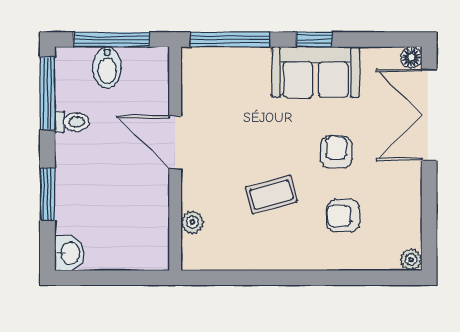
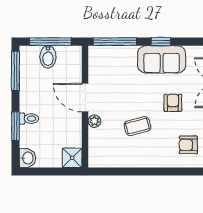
toilet: (72, 122) -> (29, 119), moved
armchair: (343, 216) -> (188, 145), moved
plant: (192, 222) -> (94, 121), moved
shower: (151, 253) -> (72, 158), added

